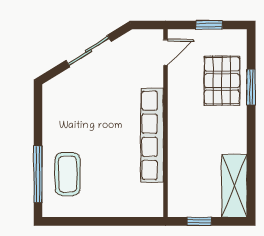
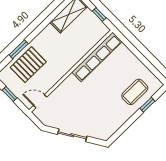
row of seats: (152, 135) -> (97, 57), moved
window: (38, 174) -> (147, 105), width x0.46

